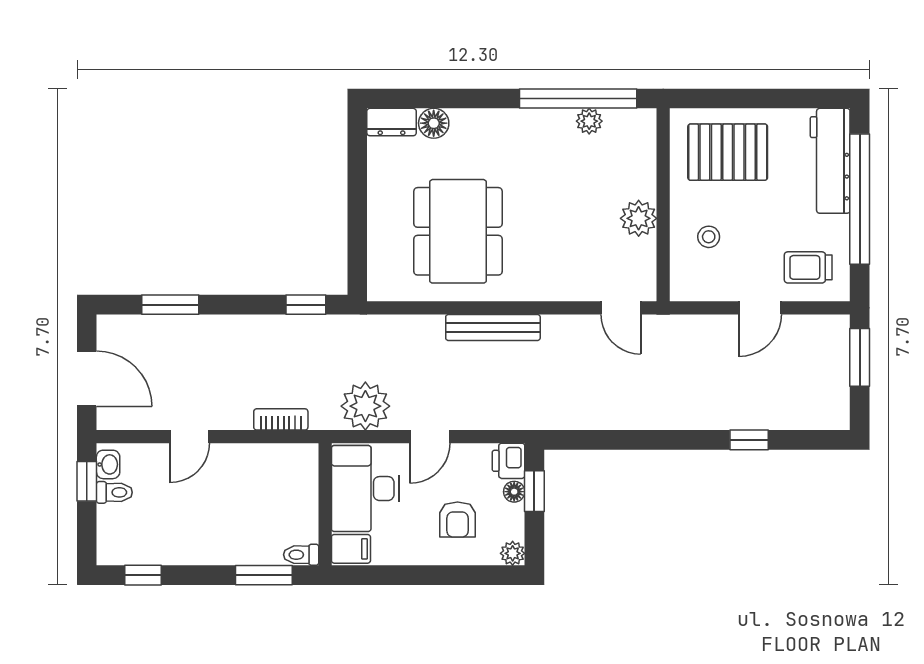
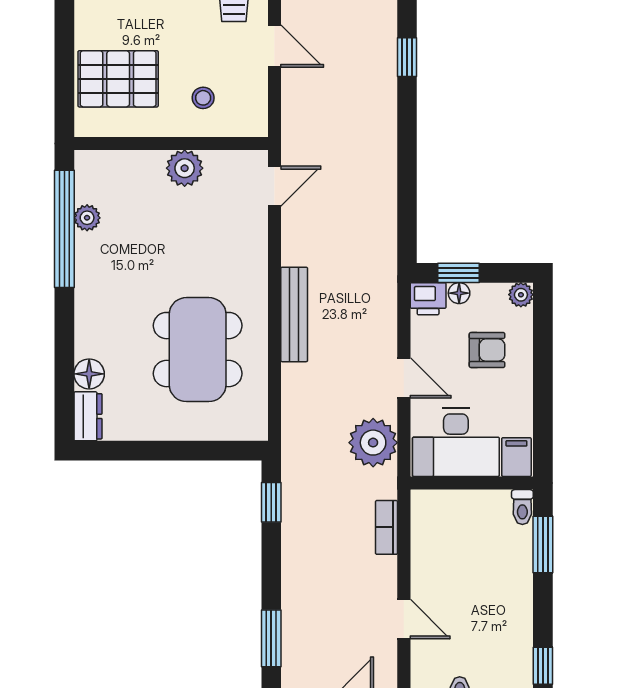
pallet: (728, 152) -> (118, 79), turned 90
dining table: (458, 231) -> (198, 350), turned 90

